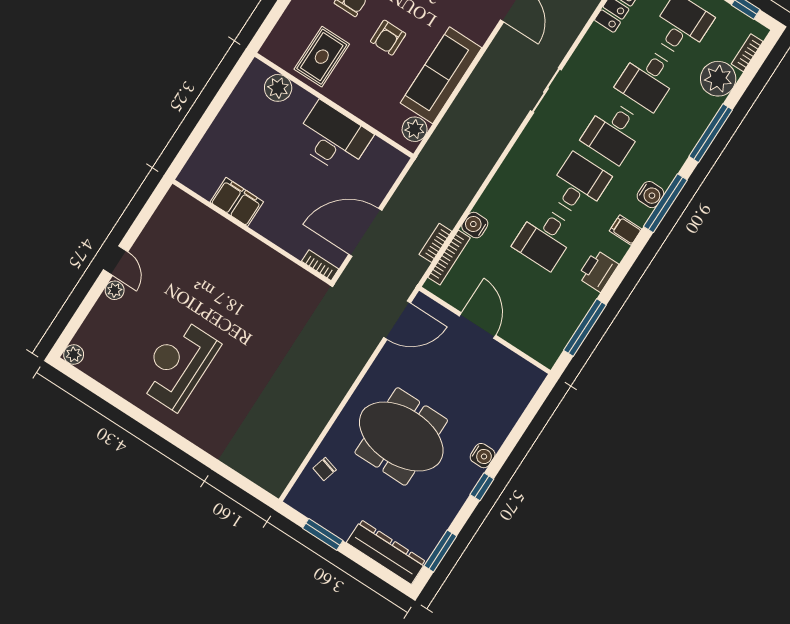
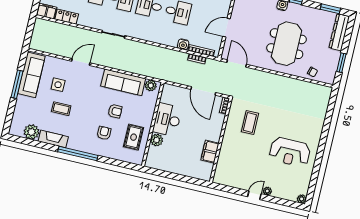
rug: (322, 57) -> (134, 137), turned 90
plant: (278, 88) -> (157, 140), moved
coffee table: (267, 305) -> (250, 123), added

